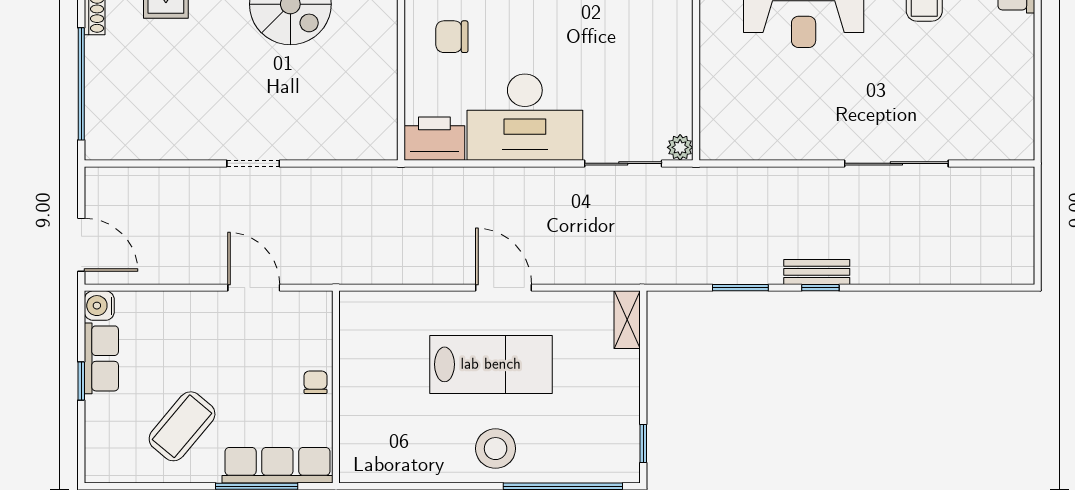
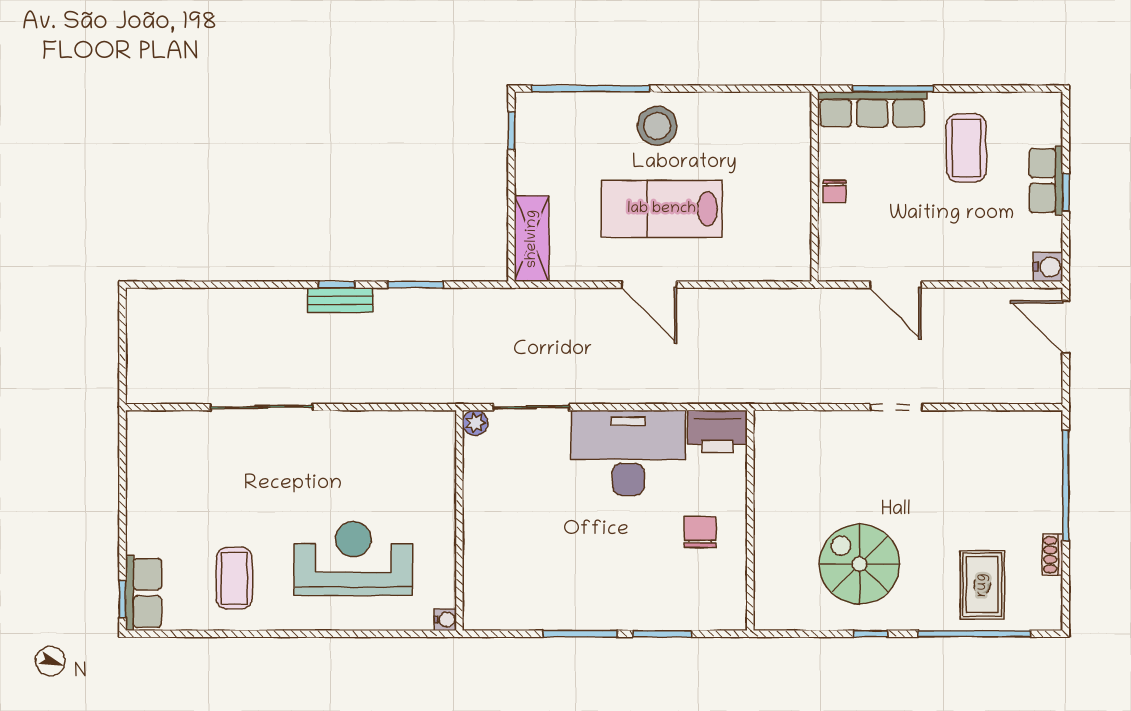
chair: (452, 37) -> (700, 532), turned -90
shelving: (627, 320) -> (532, 239), width x1.50, depth x1.33
row of seats: (101, 358) -> (1046, 181), moved
coffee table: (182, 426) -> (966, 148), turned -40

